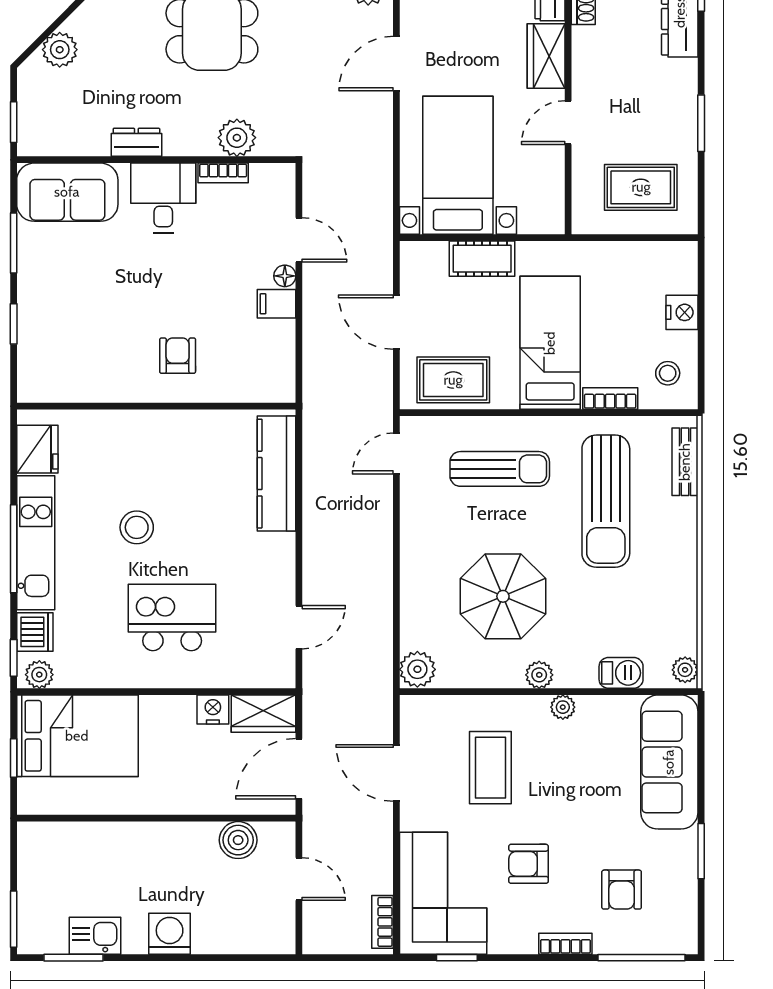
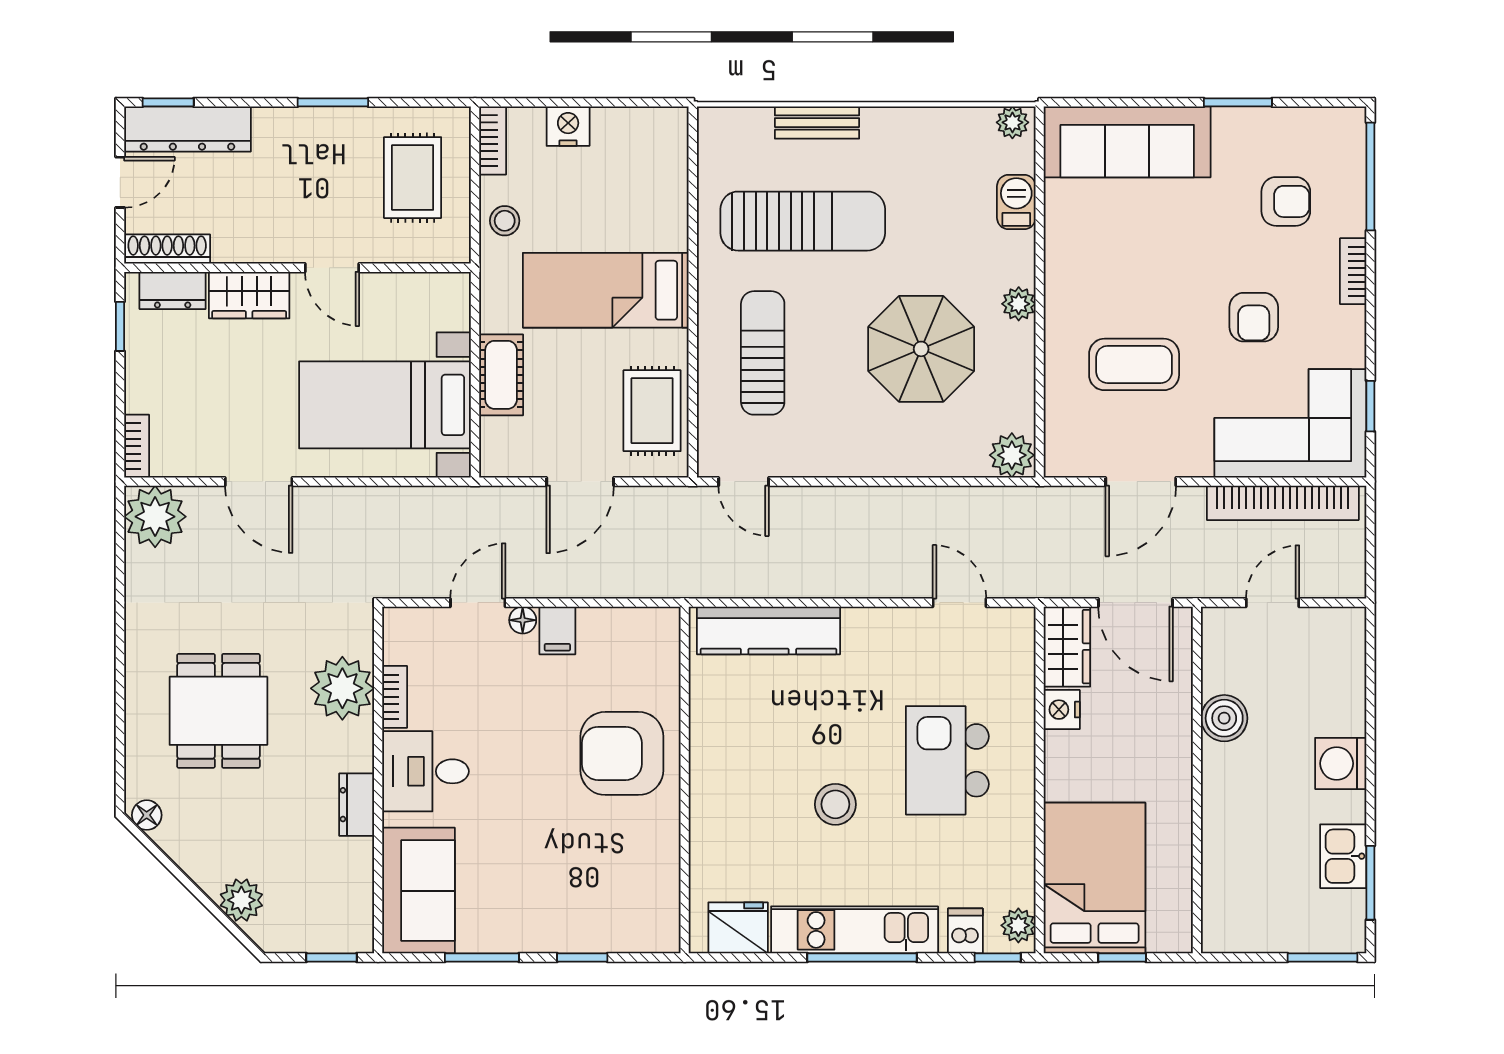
plant: (237, 138) -> (342, 688), width x1.36, depth x1.36
armchair: (178, 356) -> (622, 753), width x1.88, depth x1.88
stool: (668, 373) -> (505, 221), moved
bookcase: (610, 399) -> (493, 140), moved, turned 180
bench: (685, 462) -> (817, 123), moved
dishwasher: (35, 632) -> (965, 931), width x0.73
plant: (563, 707) -> (1059, 274), removed
boiler: (238, 840) -> (1224, 718), moved
bookcase: (382, 922) -> (1283, 503), width x2.31, depth x1.31

